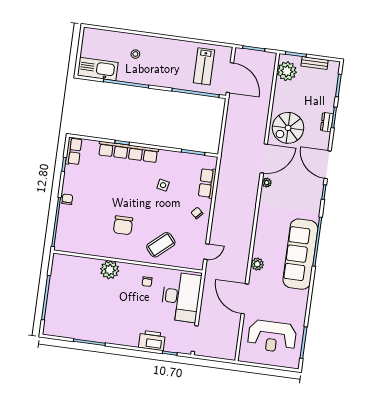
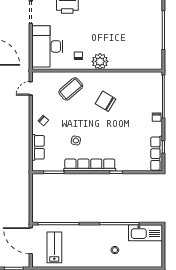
row of seats: (74, 151) -> (157, 154), width x1.48
row of seats: (128, 152) -> (90, 165), moved
chair: (123, 225) -> (106, 101), turned -59
plant: (110, 270) -> (100, 61), moved

